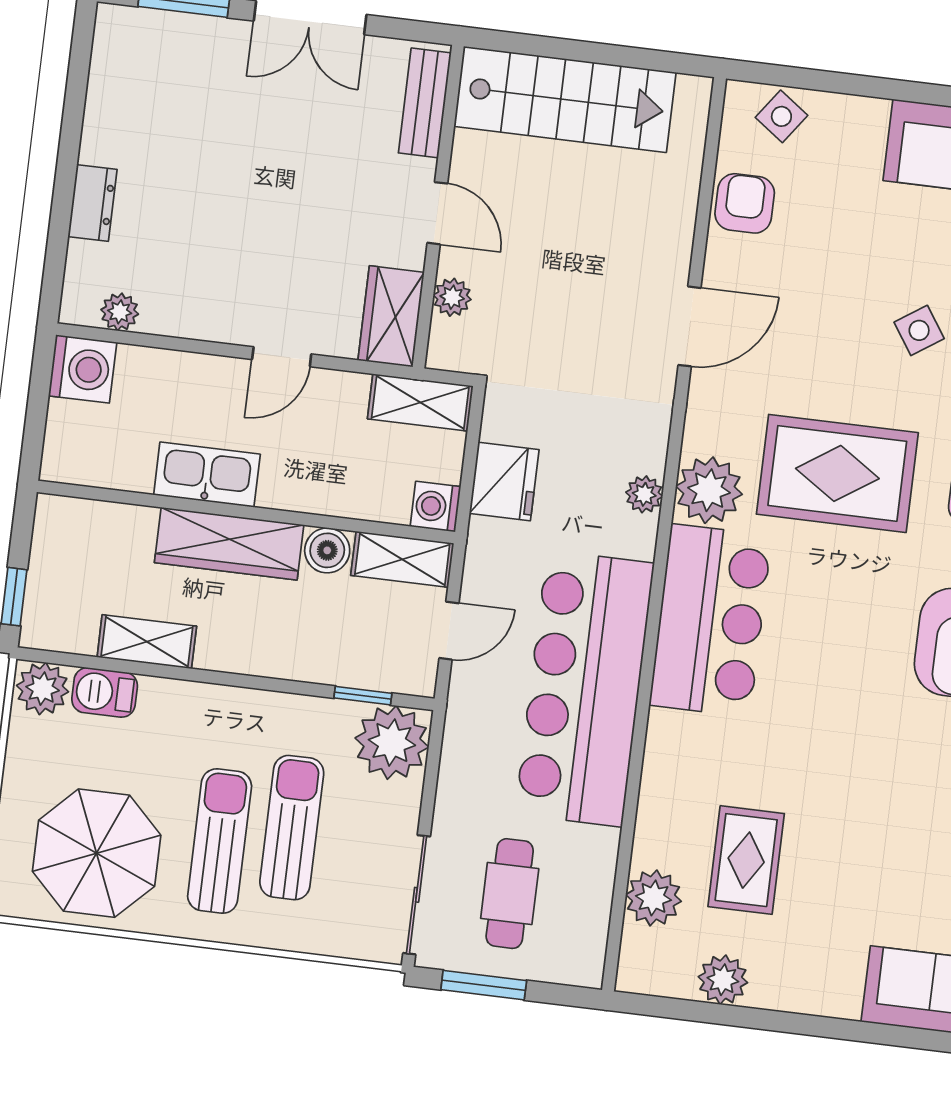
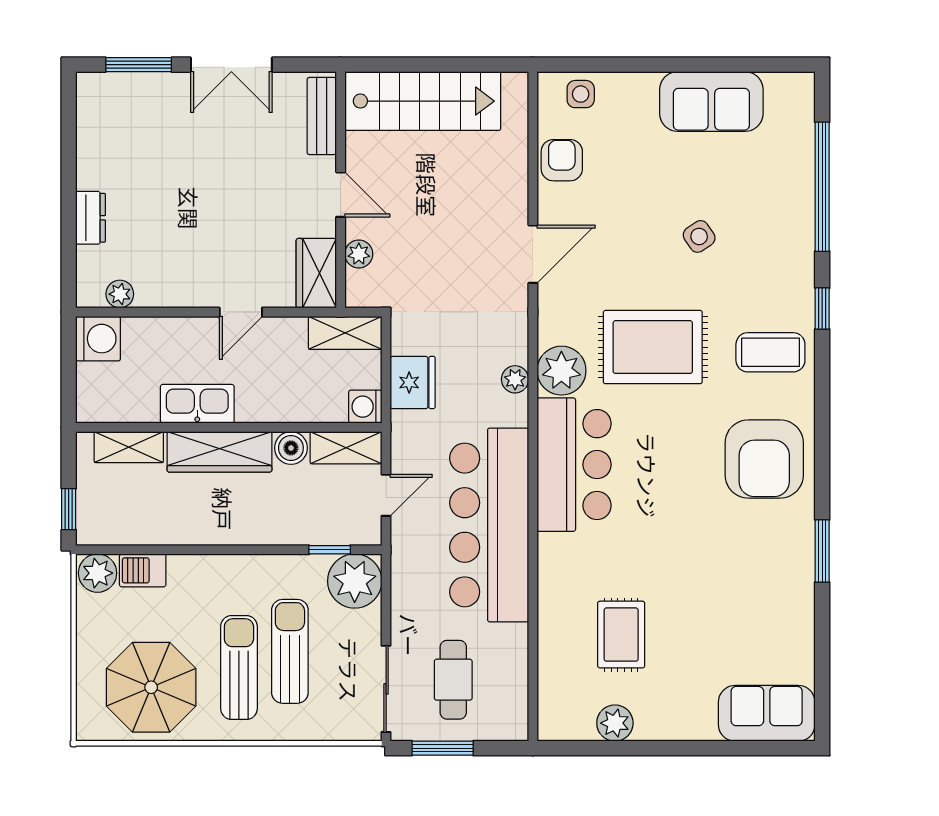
side table: (781, 116) -> (581, 94), turned -36
shelving: (147, 642) -> (129, 447), moved
plant: (653, 898) -> (558, 670), removed

